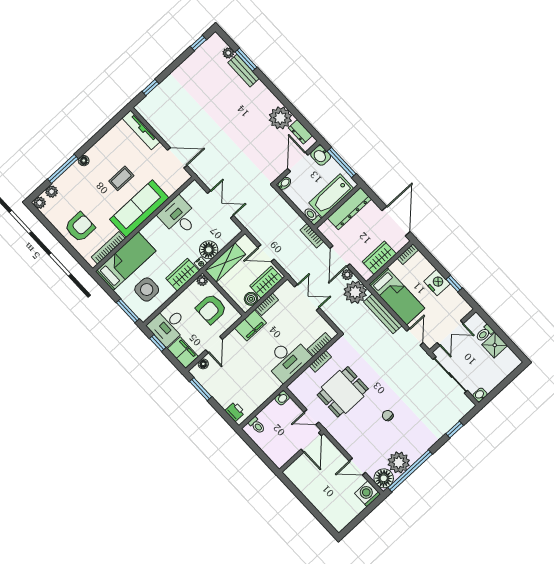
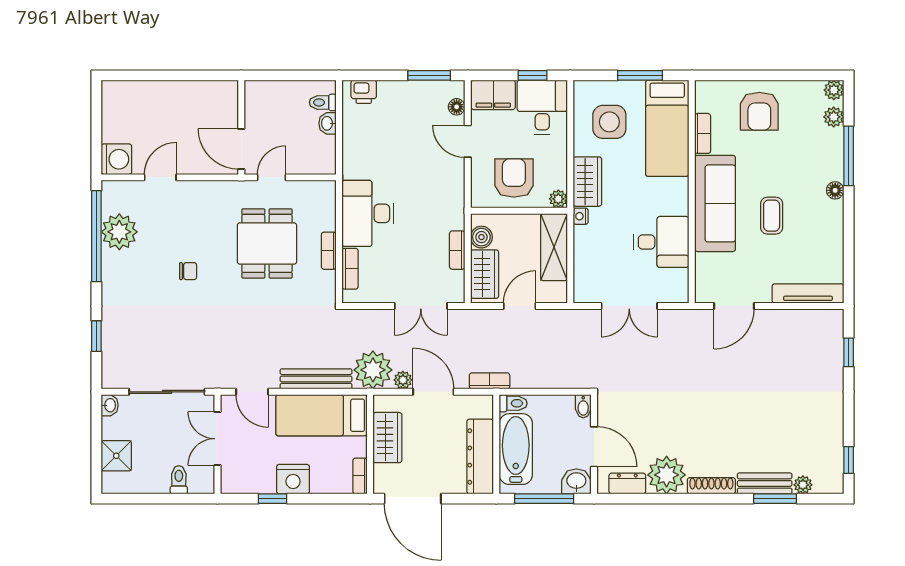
shoe rack: (267, 93) -> (711, 486), added
bookcase: (108, 248) -> (703, 133), width x0.64
floor lamp: (209, 250) -> (588, 241), removed
window: (128, 311) -> (640, 75), moved
filing cabinet: (251, 325) -> (450, 207), removed
shower: (495, 345) -> (116, 456), moved
washbasin: (282, 398) -> (327, 123), moved
floor lamp: (384, 478) -> (117, 196), removed

